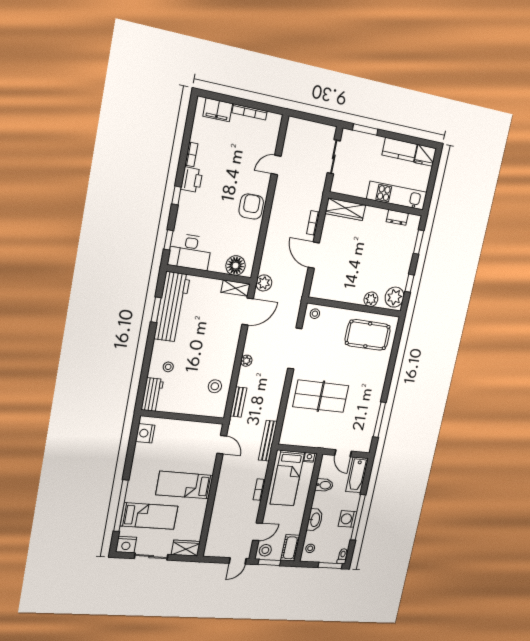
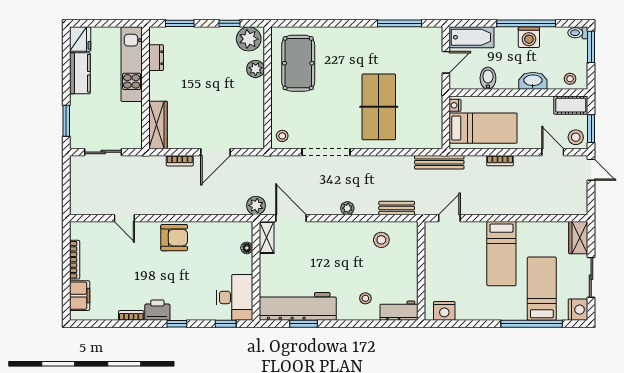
armchair: (251, 207) -> (174, 238), turned 180
floor lamp: (236, 266) -> (247, 248), width x0.53, depth x0.53

